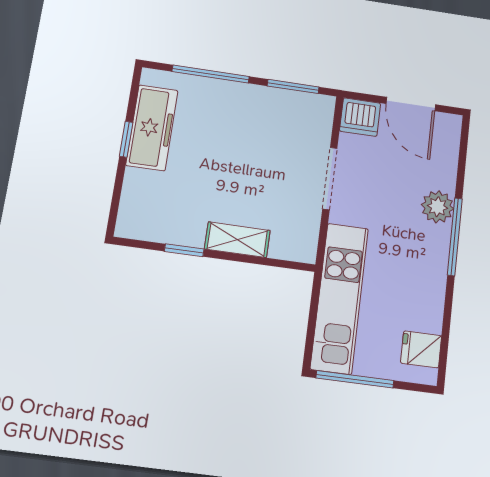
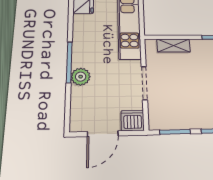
door: (411, 104) -> (103, 134), swing flipped
shelving: (237, 240) -> (174, 46), moved

